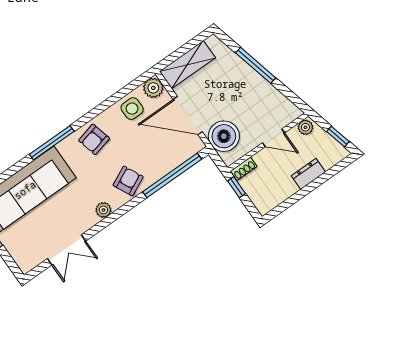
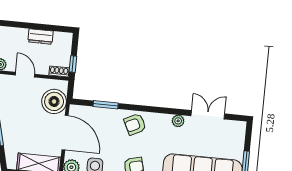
dresser: (308, 174) -> (41, 37), moved
window: (172, 175) -> (106, 105), width x0.47
plant: (103, 210) -> (178, 121), moved

